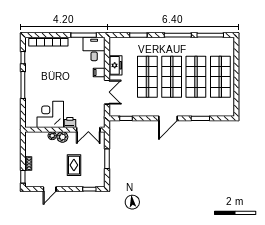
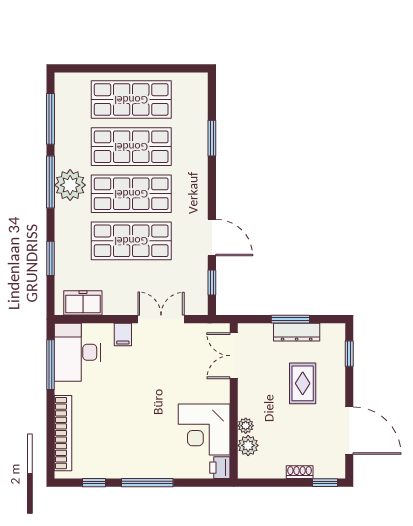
plant: (176, 45) -> (70, 185), added
desk: (94, 49) -> (77, 352), width x1.37
freezer: (115, 65) -> (83, 303), moved
door: (168, 118) -> (212, 238), moved
printer: (70, 122) -> (220, 468), moved
double door: (88, 130) -> (234, 356), swing flipped
plant: (62, 137) -> (248, 445), moved
dresser: (100, 162) -> (297, 332), added
rug: (74, 165) -> (303, 383), turned 90
door: (50, 189) -> (349, 431), width x1.87

